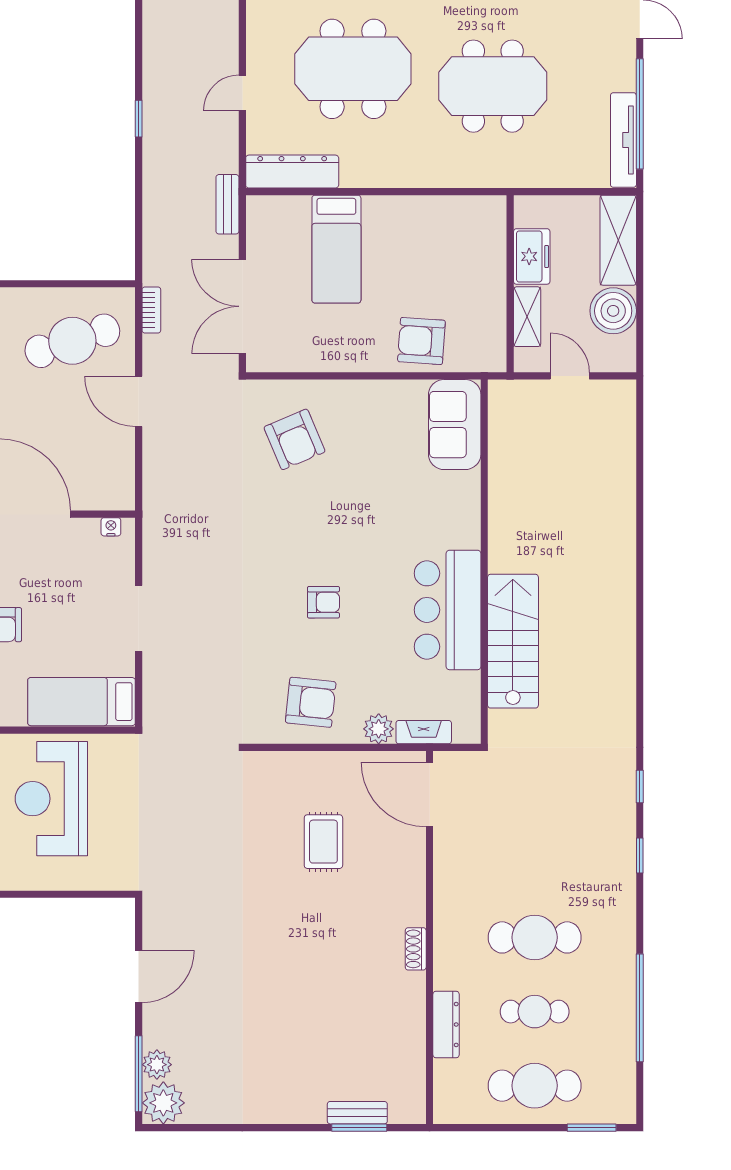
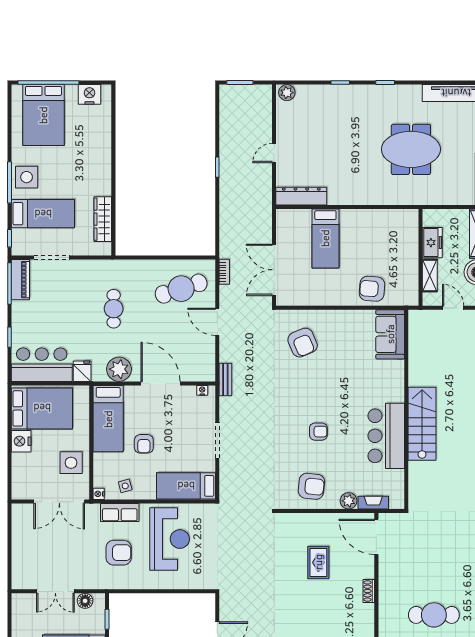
meeting table: (353, 69) -> (335, 140), removed
bench: (227, 204) -> (225, 379), moved
stairs: (513, 641) -> (422, 424), moved
reception desk: (51, 799) -> (170, 539), turned 180
shoe rack: (416, 949) -> (369, 591), moved

